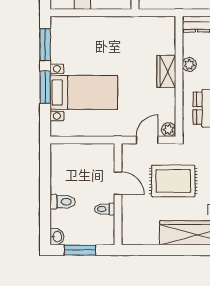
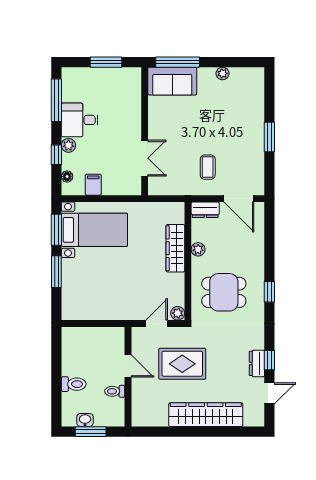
wardrobe: (166, 71) -> (175, 248), width x1.50
bed with nightstands: (84, 92) -> (94, 230), moved
washbasin: (57, 237) -> (85, 420), moved, turned -90

